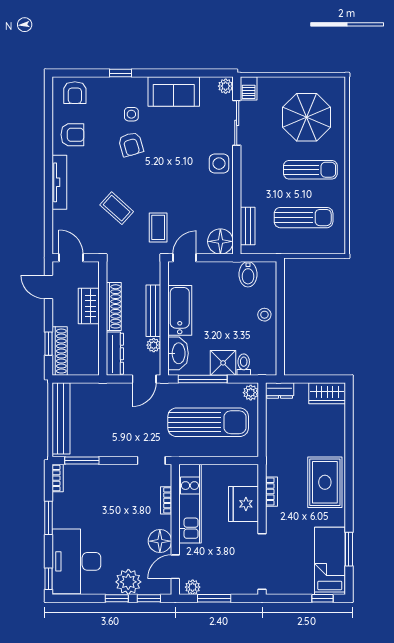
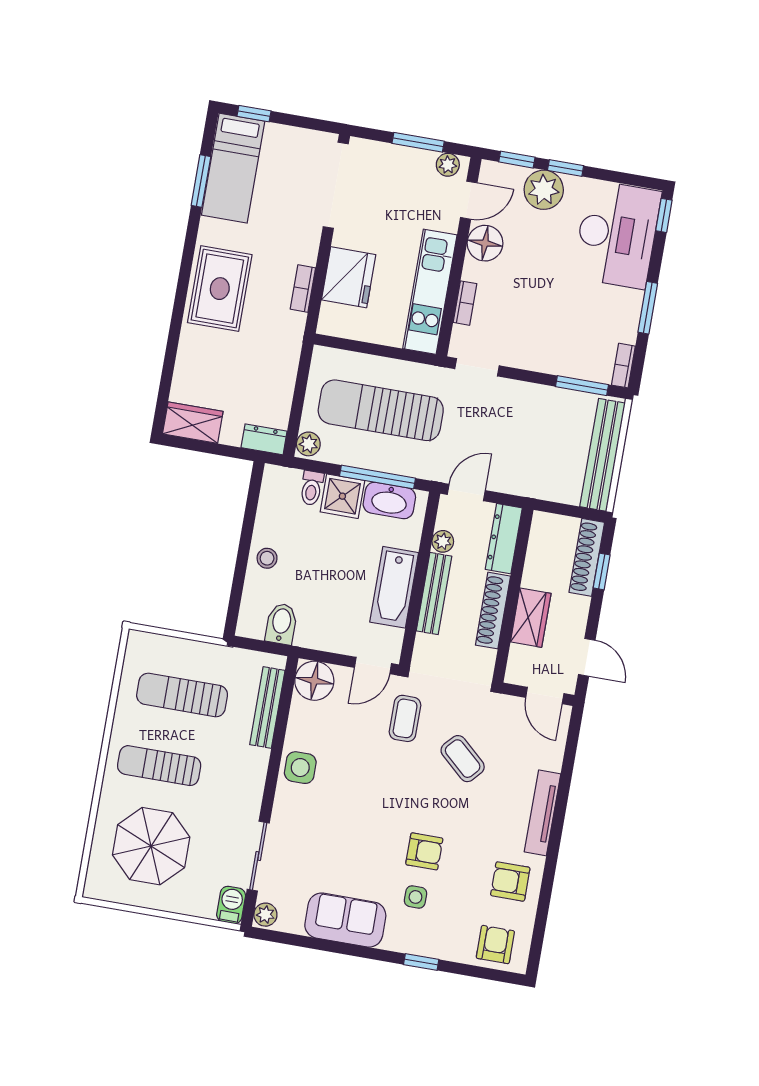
armchair: (131, 144) -> (424, 851), turned 106
side table: (219, 164) -> (300, 768), moved
bench: (248, 226) -> (267, 707), width x1.36
washbasin: (178, 353) -> (389, 500), moved, turned -90

